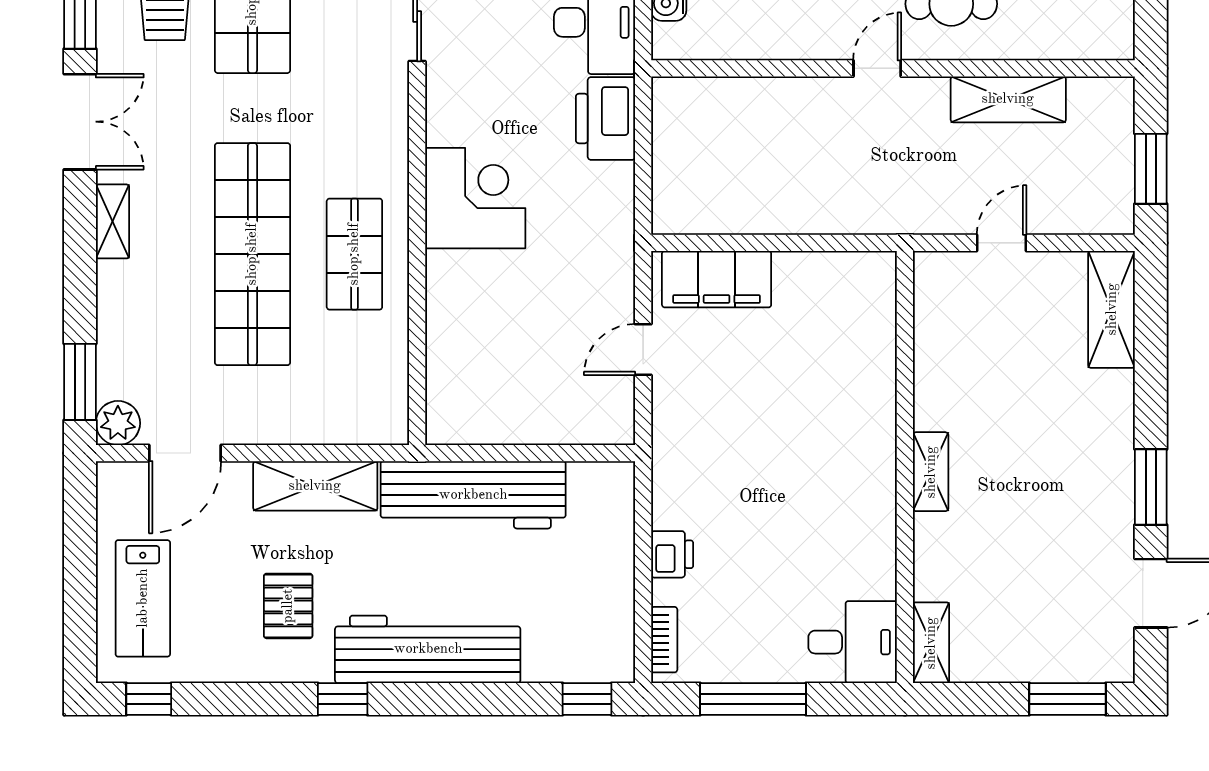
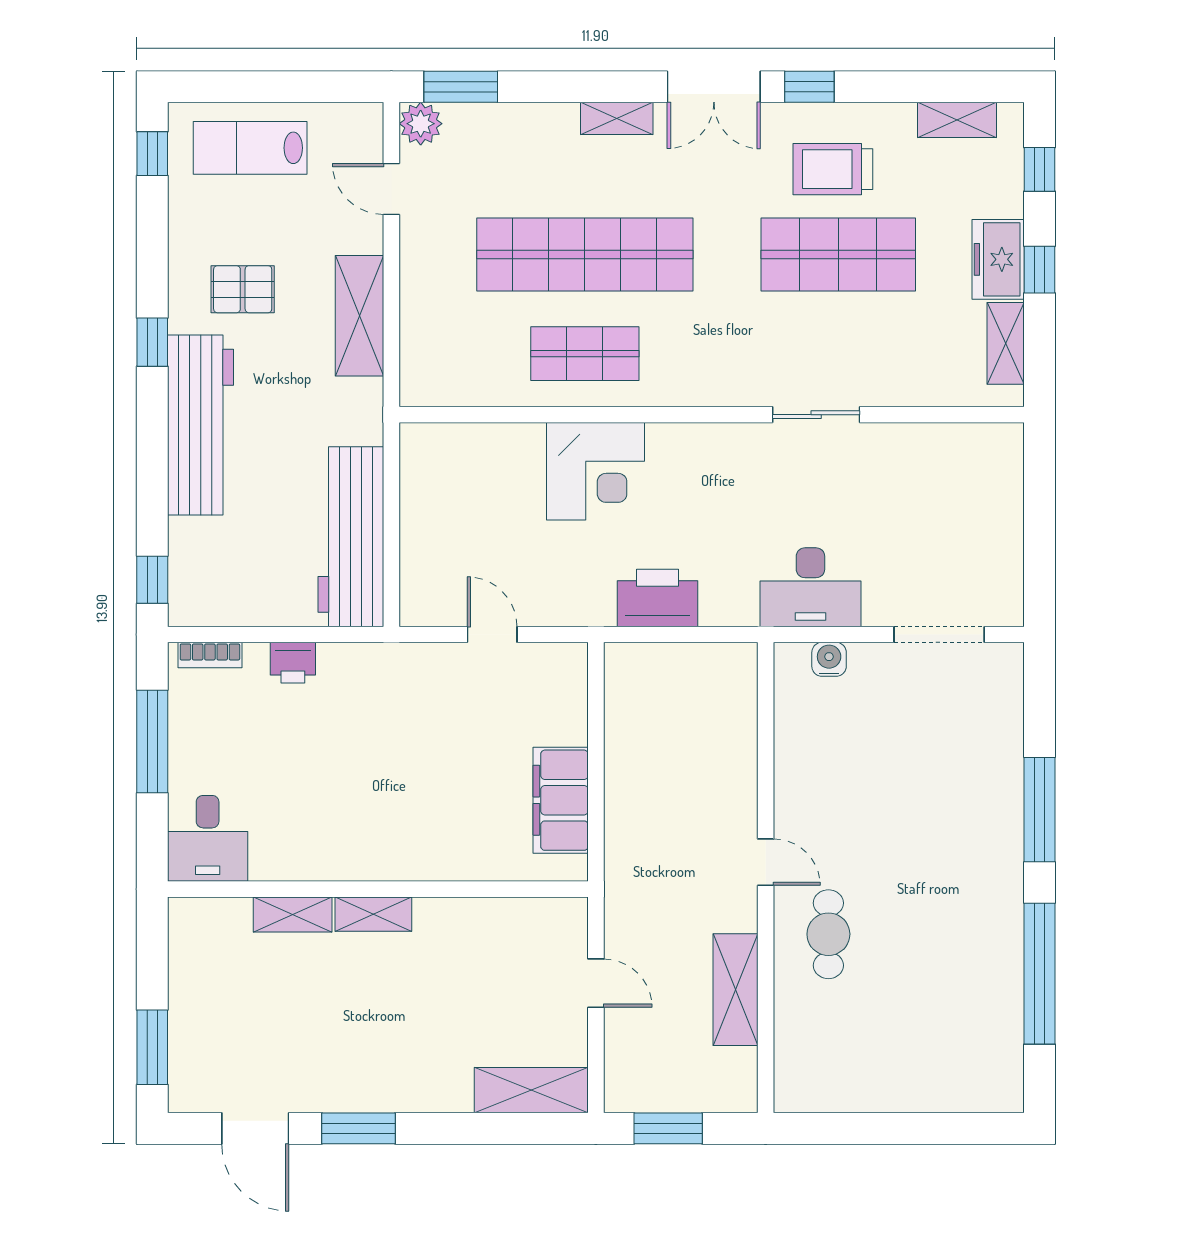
printer: (606, 118) -> (657, 598), moved
corner desk: (475, 198) -> (595, 471), moved
filing cabinet: (717, 279) -> (561, 800), moved
door: (185, 453) -> (391, 189), width x0.73
workbench: (473, 495) -> (351, 537), moved
shelving: (931, 643) -> (293, 915), moved

